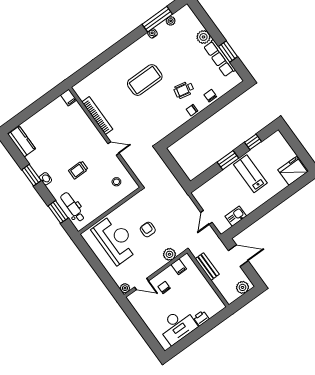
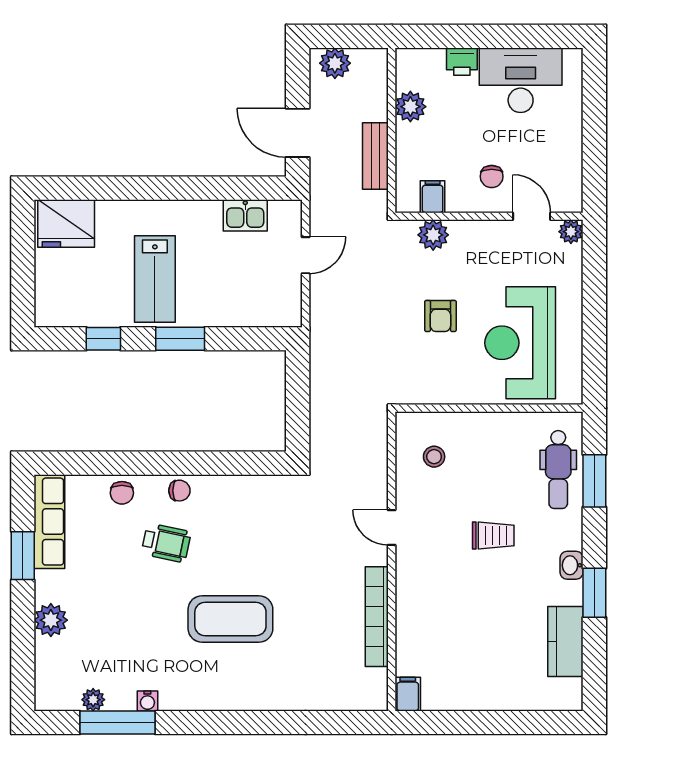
row of seats: (220, 58) -> (49, 522), moved
kitchen counter: (22, 142) -> (565, 641), moved
plant: (207, 291) -> (410, 107), added

